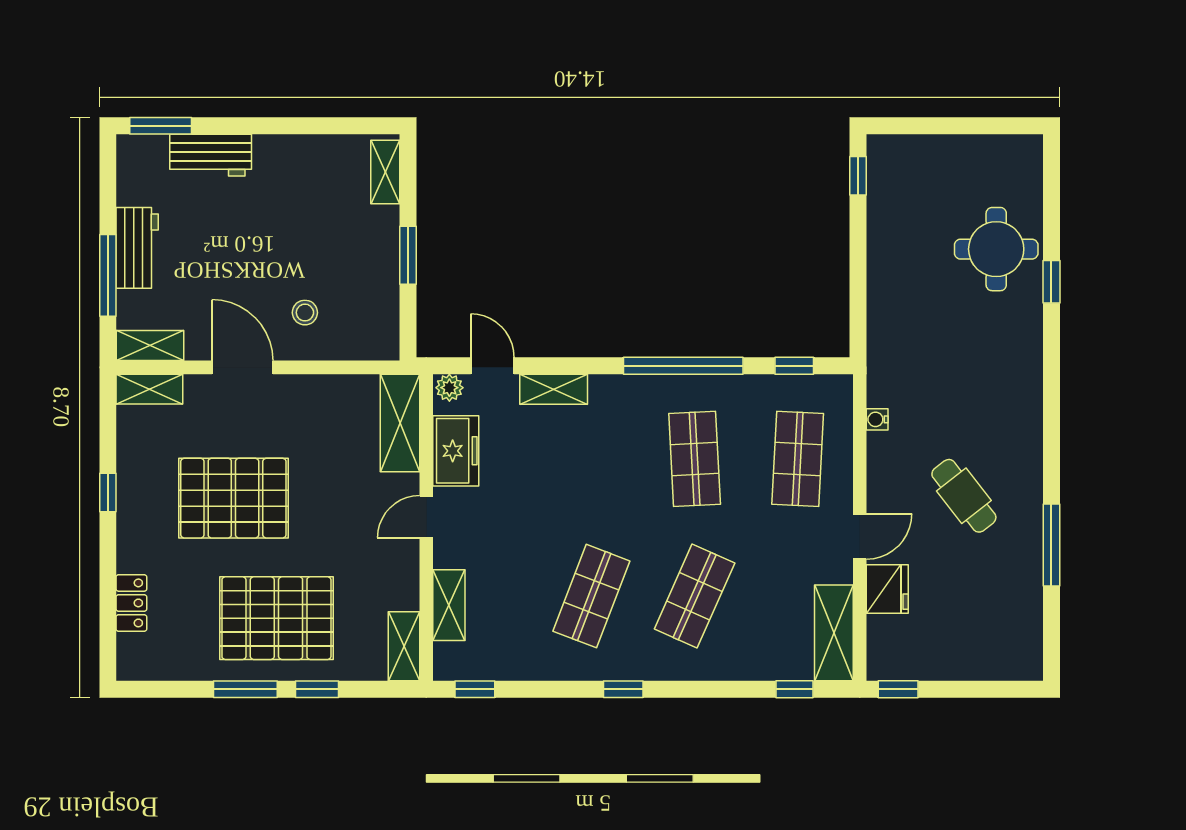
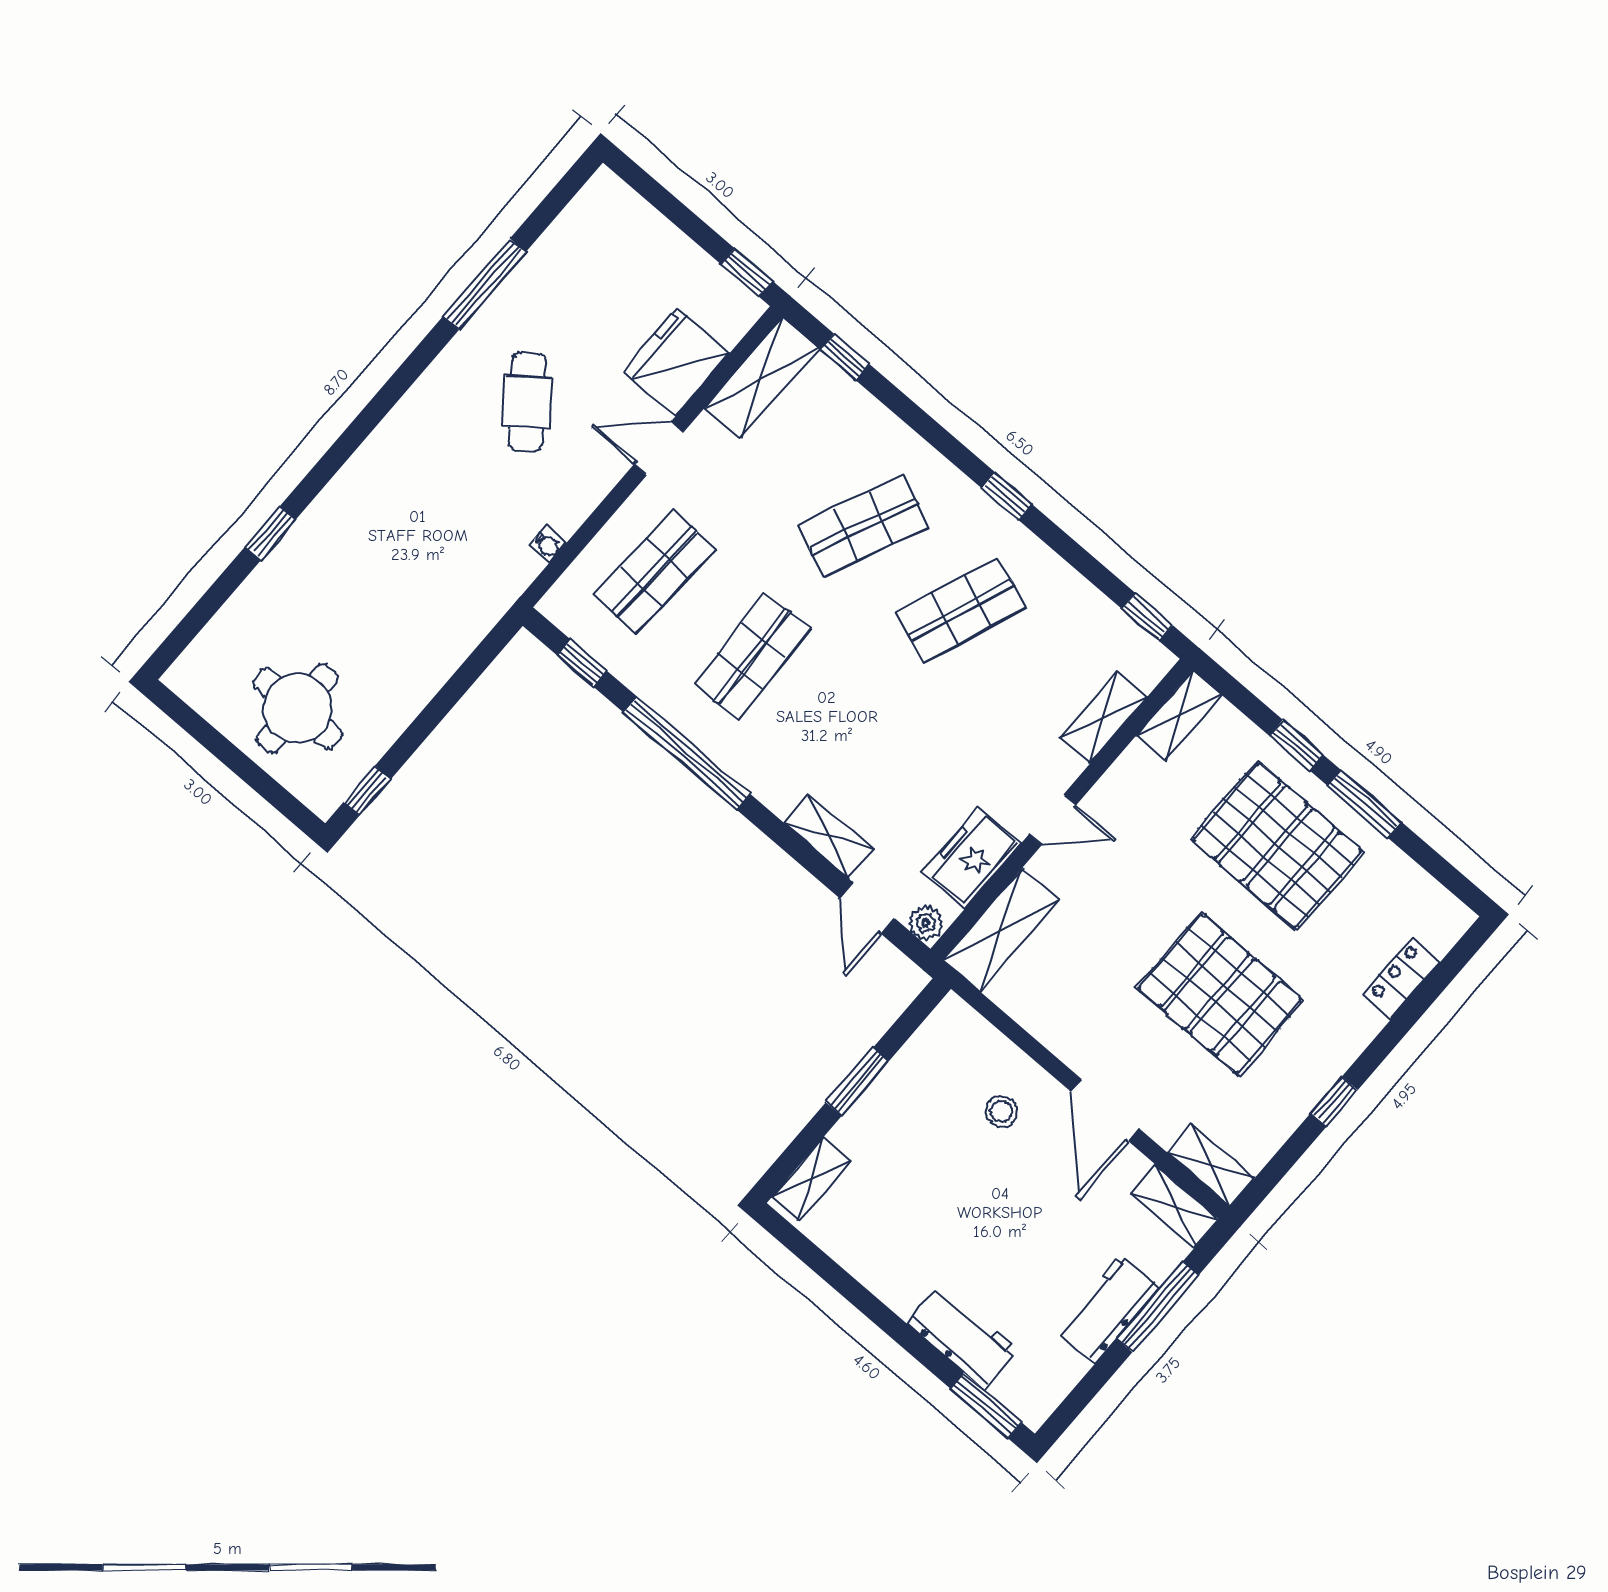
round table: (996, 249) -> (297, 708), moved
fridge: (887, 589) -> (676, 362), width x1.36, depth x1.34

